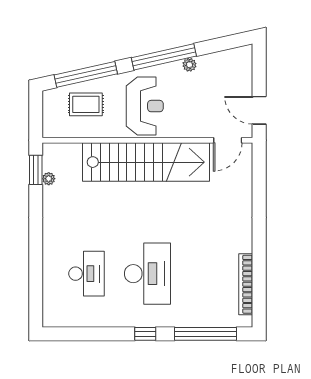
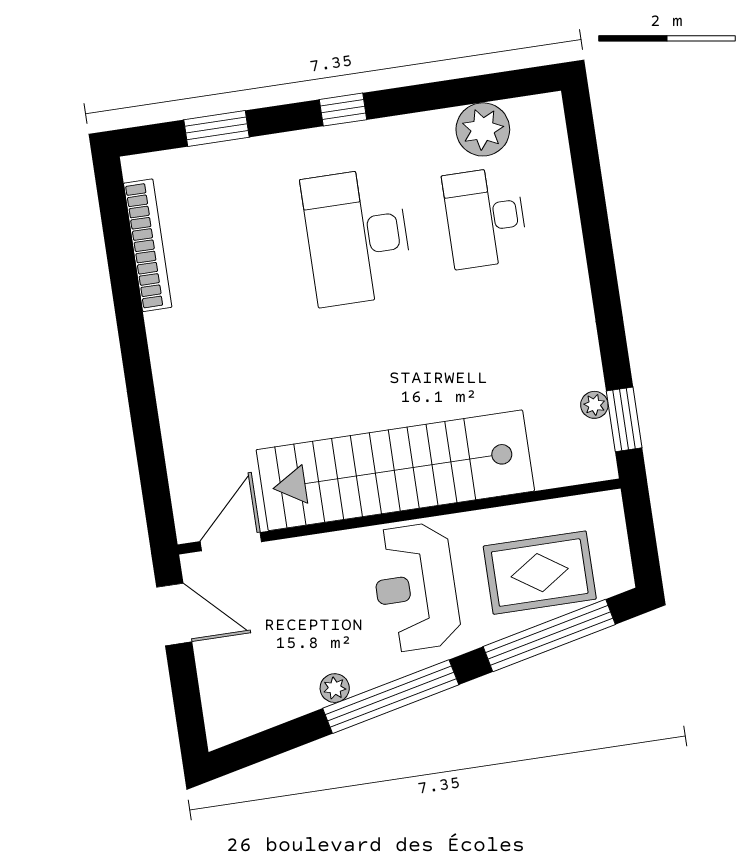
rug: (86, 104) -> (540, 573), width x1.36, depth x1.43
plant: (81, 315) -> (483, 129), added
window: (206, 334) -> (217, 128), width x0.47

